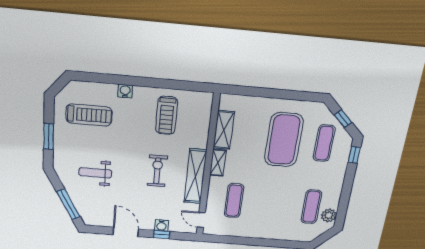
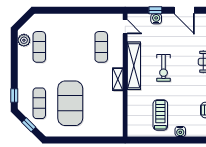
water cooler: (125, 91) -> (180, 131), moved
shelving: (224, 130) -> (117, 107), removed

